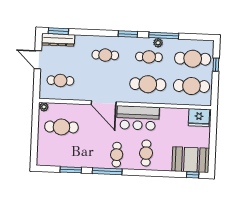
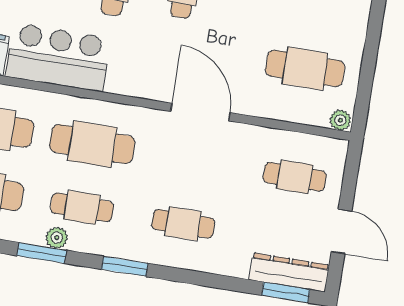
window: (164, 36) -> (42, 253), width x0.69
bar counter: (138, 118) -> (58, 57), moved

